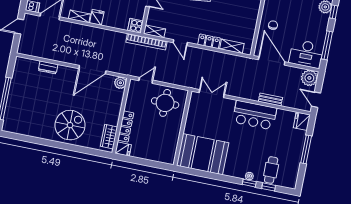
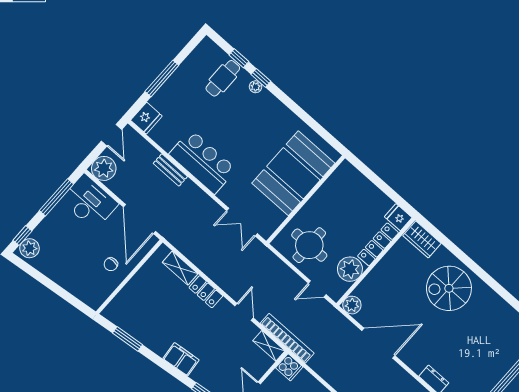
plant: (134, 103) -> (350, 269), added
wardrobe: (109, 137) -> (422, 239), moved, turned 90
booth: (203, 154) -> (293, 173), moved, turned 90

